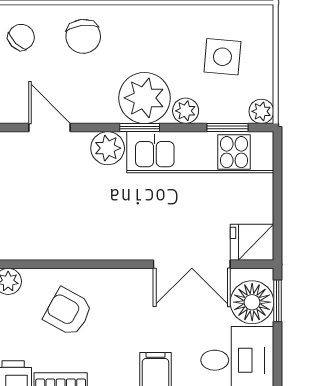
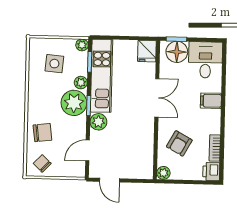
double door: (192, 264) -> (157, 98), moved

